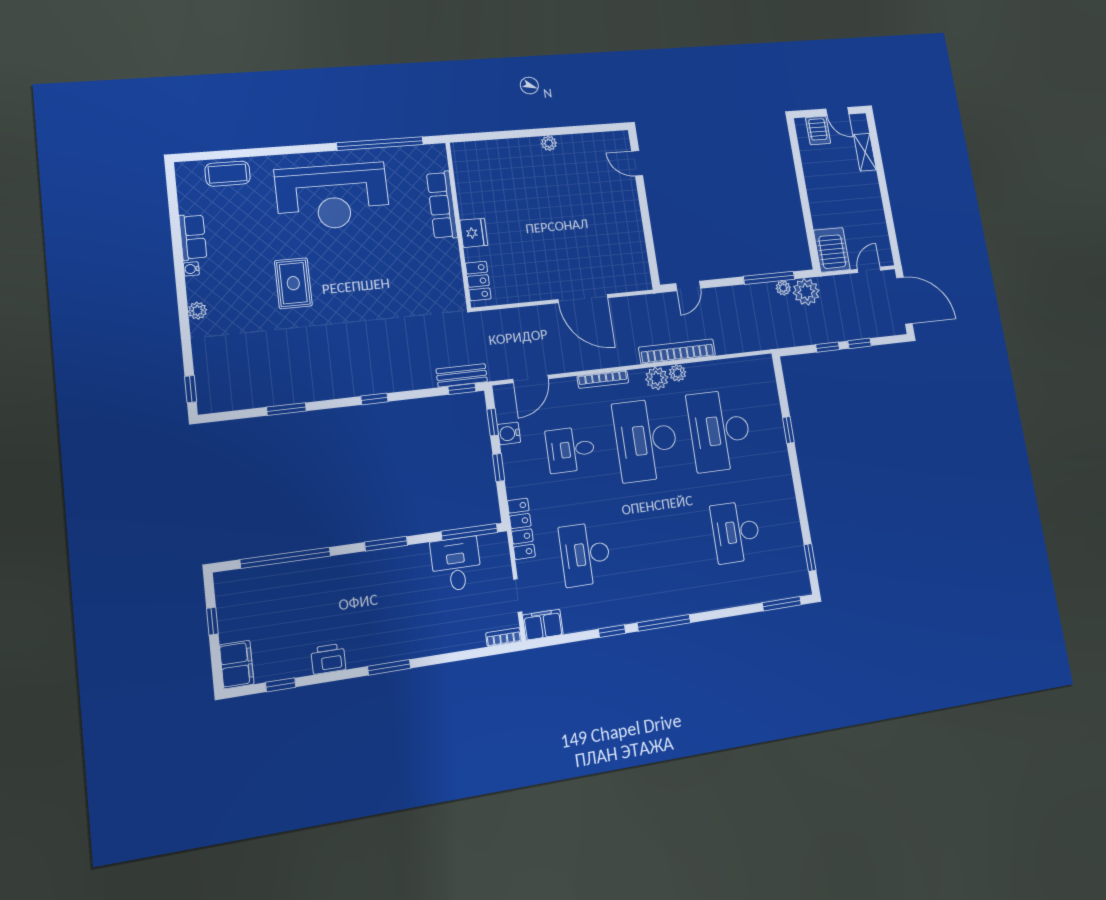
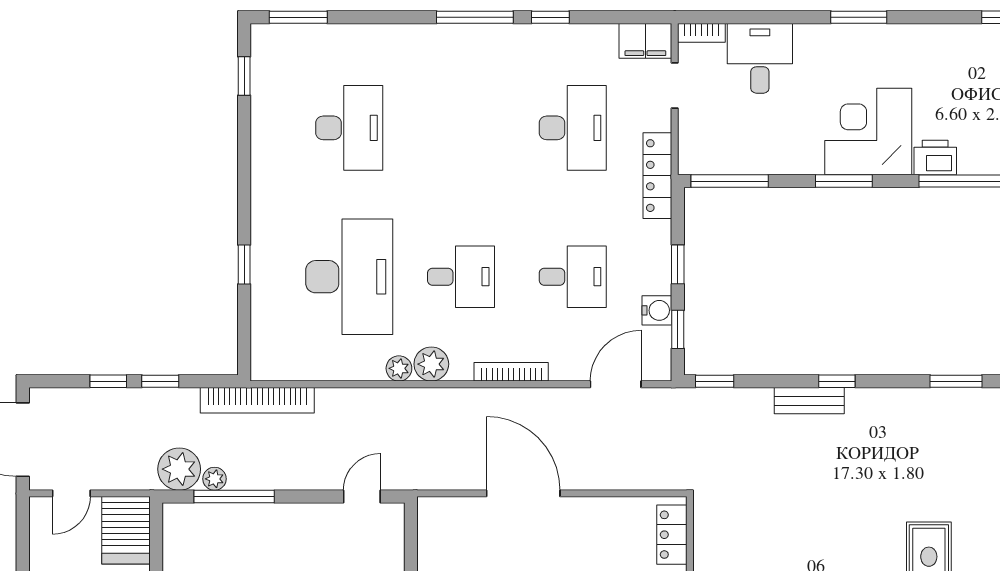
bookcase: (677, 351) -> (257, 400), moved
bench: (462, 375) -> (809, 401), moved
desk: (646, 440) -> (461, 277), width x0.53, depth x0.77
desk: (456, 564) -> (760, 58), moved, turned 180
corner desk: (372, 583) -> (868, 132), added
printer: (328, 659) -> (935, 158), moved, turned 180

